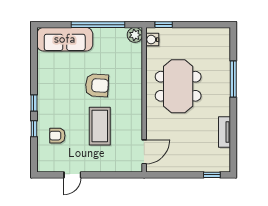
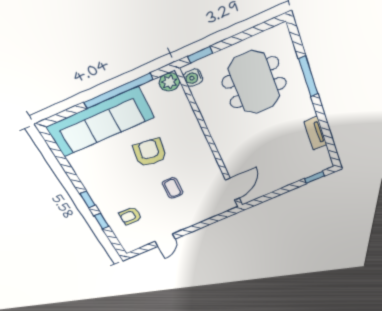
sofa: (65, 39) -> (100, 122), width x1.36, depth x1.27
armchair: (97, 85) -> (150, 153), turned -85
meeting table: (178, 86) -> (254, 83), moved
coffee table: (100, 126) -> (173, 188), width x0.54, depth x0.58

